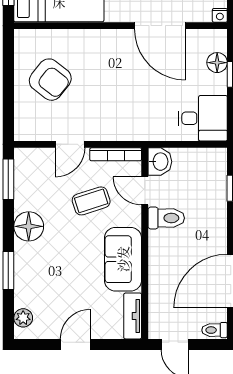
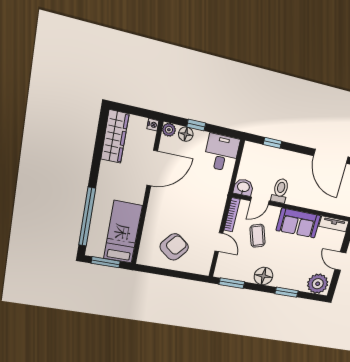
plant: (218, 38) -> (169, 130), added
plant: (23, 318) -> (318, 284), width x1.87, depth x1.87

